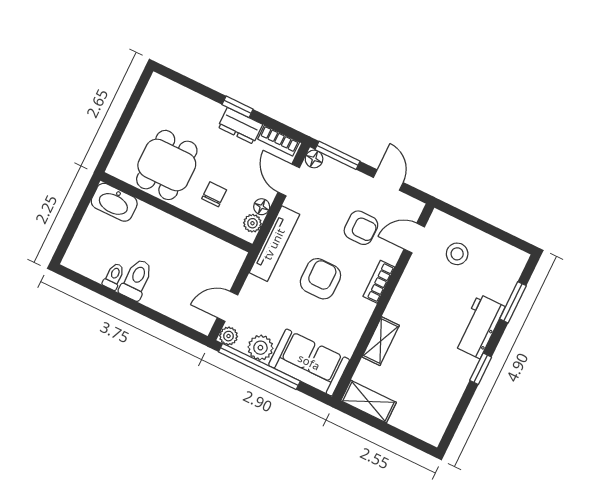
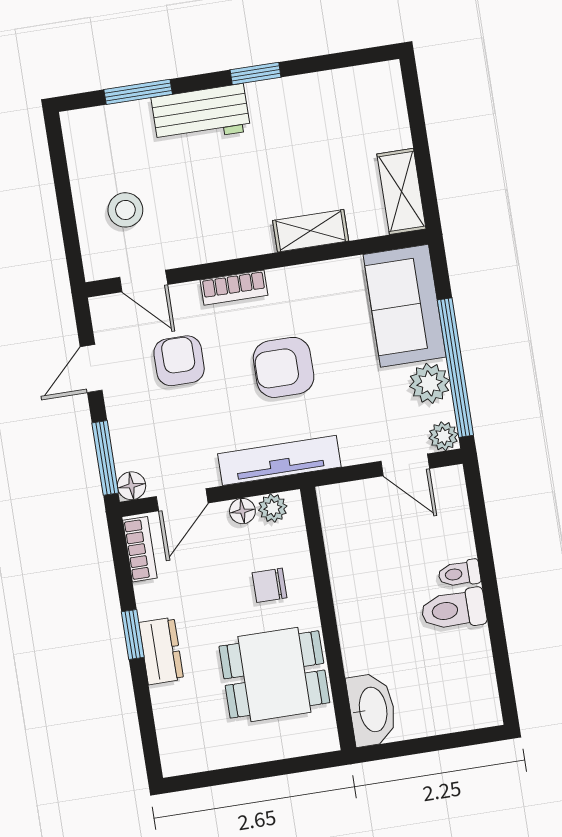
dresser: (240, 126) -> (161, 651), moved
toilet: (114, 276) -> (459, 574), moved

